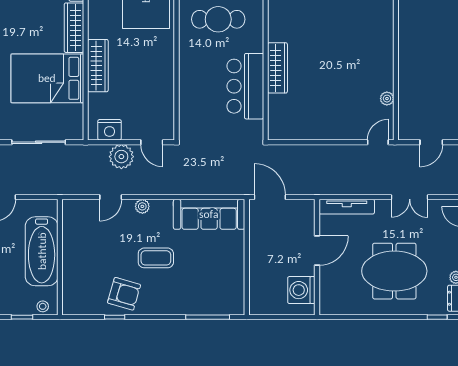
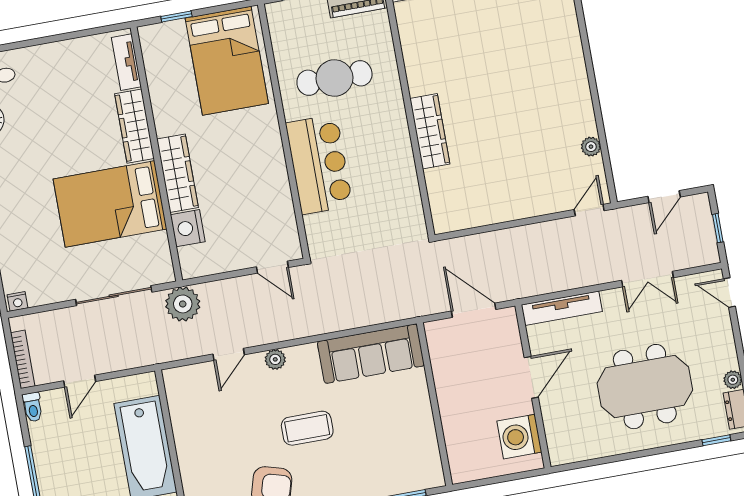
bar counter: (245, 86) -> (319, 164), moved, turned 180
nightstand: (110, 130) -> (188, 228), moved, turned 90
plant: (121, 157) -> (183, 304), moved
door: (270, 197) -> (474, 310), moved

